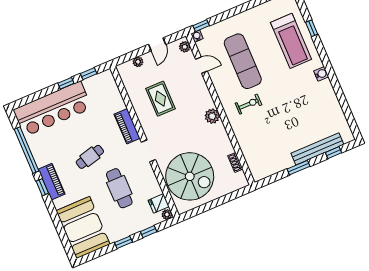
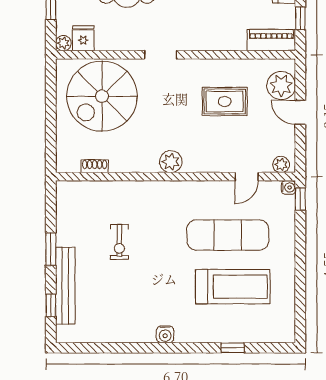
treadmill: (291, 41) -> (233, 287), moved, turned 180
door: (157, 44) -> (300, 112), moved
plant: (138, 62) -> (281, 86), width x1.88, depth x1.88
exercise bike: (249, 104) -> (119, 242), moved
piano: (127, 126) -> (271, 40), moved

